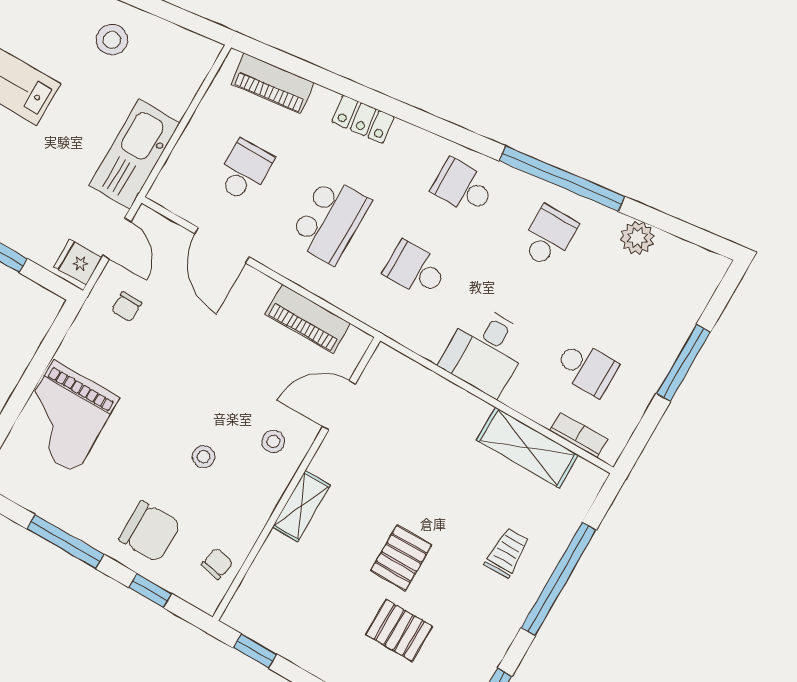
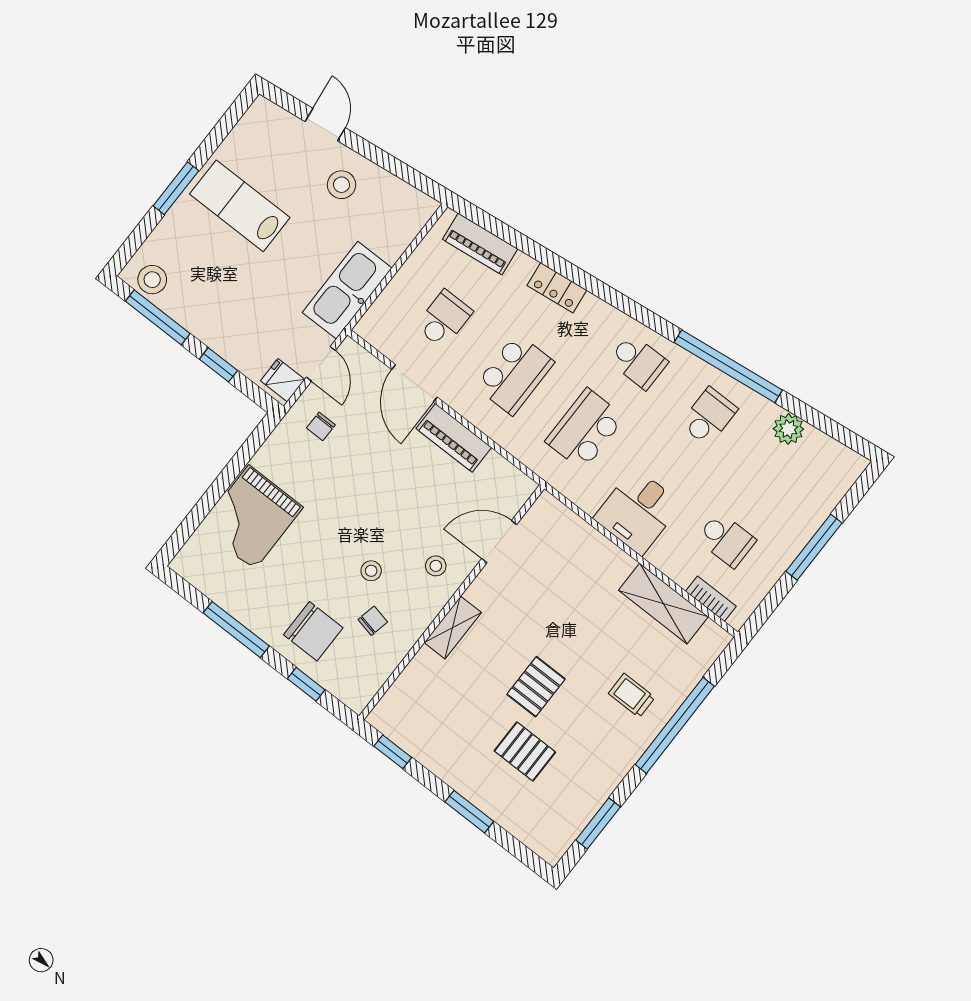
school desk: (463, 187) -> (638, 361), turned 180
school desk: (415, 269) -> (585, 429), width x1.85
piano: (308, 319) -> (454, 438), moved
trolley: (507, 553) -> (632, 695), turned -90
chair: (217, 564) -> (373, 621), moved

